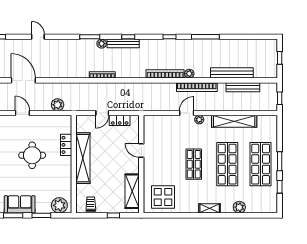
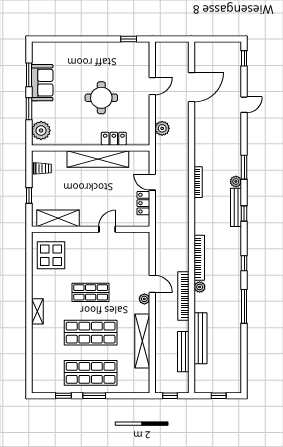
plant: (239, 207) -> (39, 347), removed

